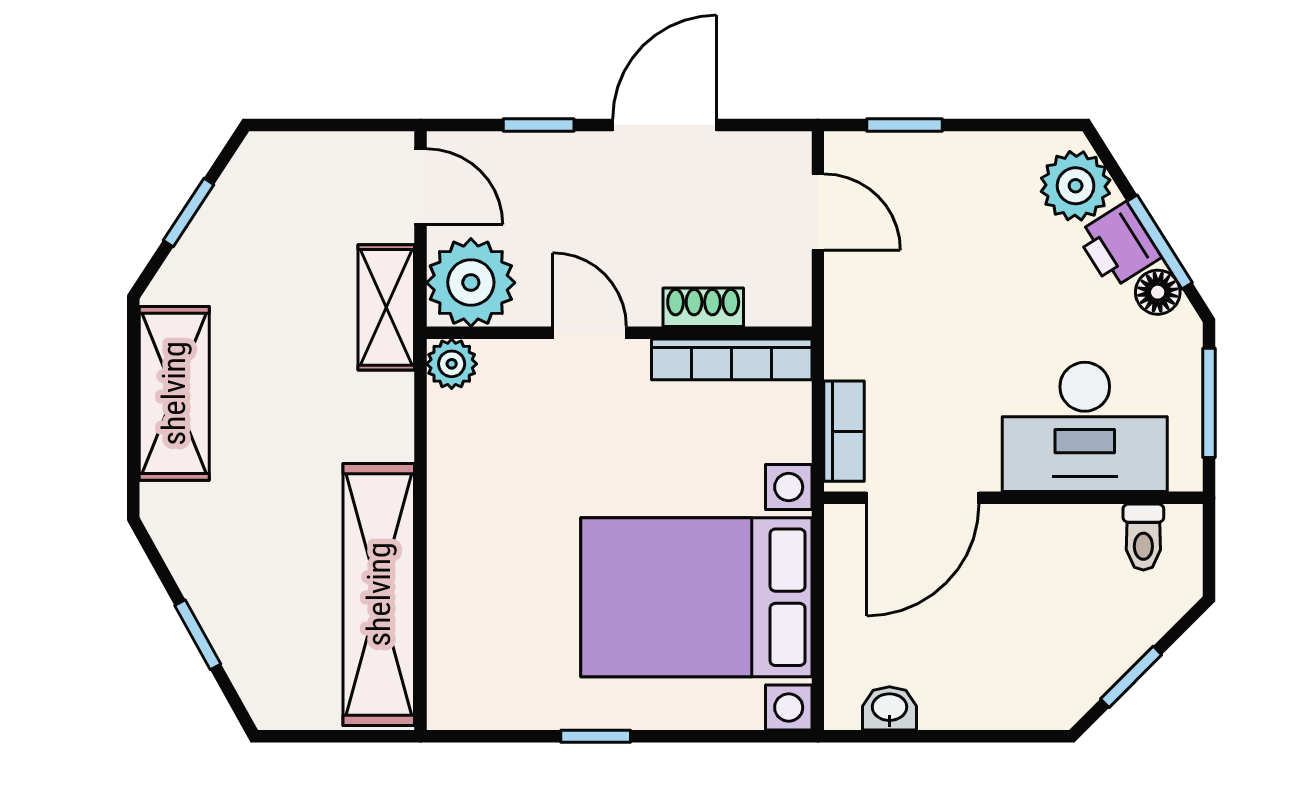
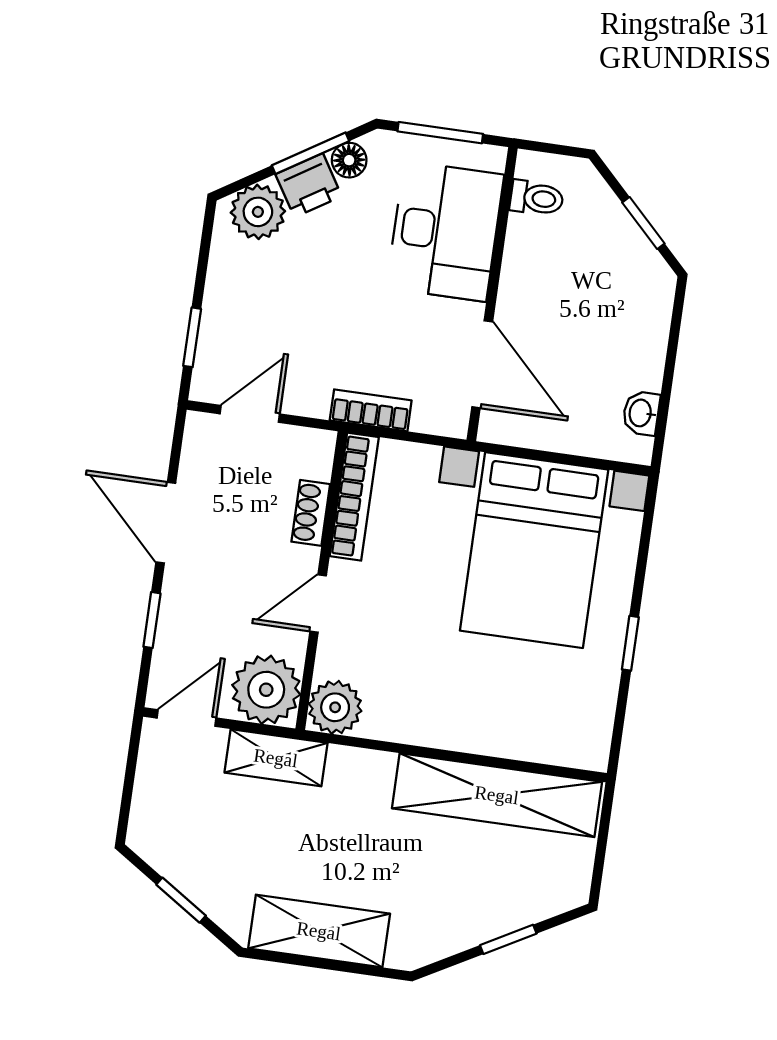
plant: (452, 364) -> (335, 707), width x1.38, depth x1.38
bookcase: (844, 431) -> (371, 410), moved

